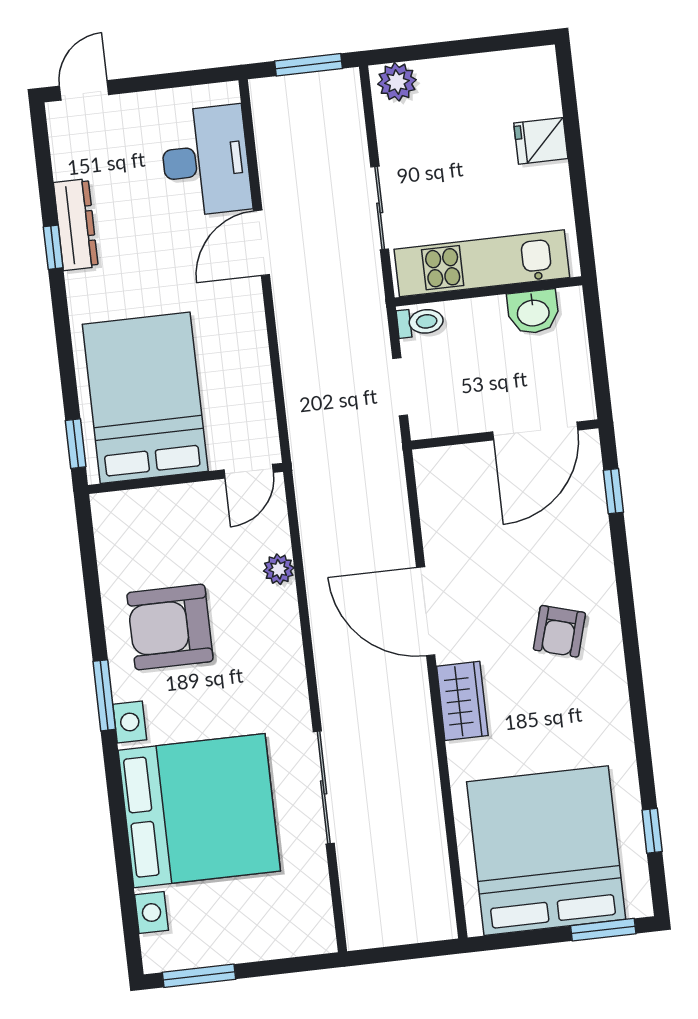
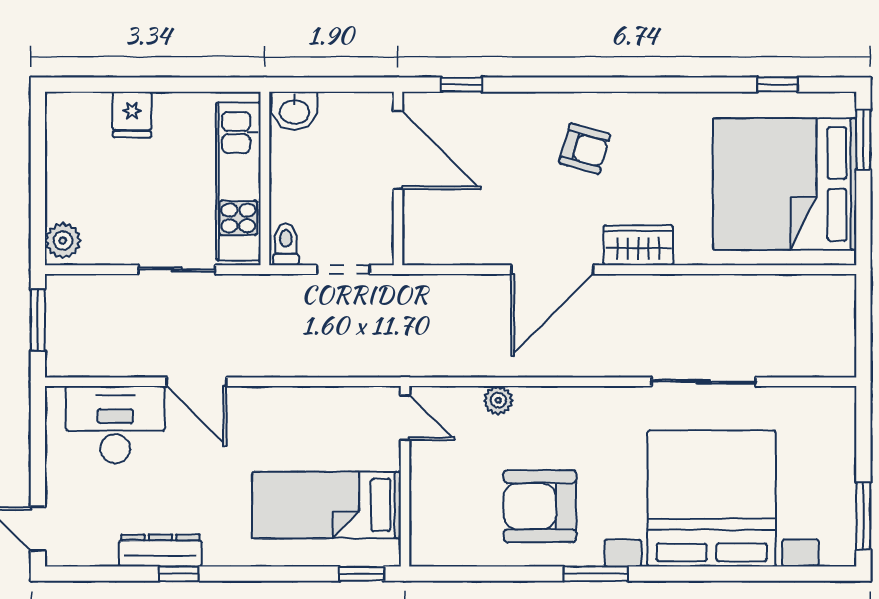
washbasin: (533, 312) -> (295, 111), moved, turned 90
bed: (145, 398) -> (327, 505), width x0.67
armchair: (170, 627) -> (540, 506), turned 90

